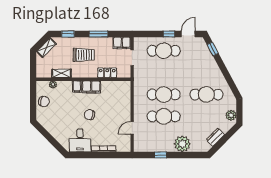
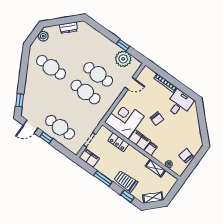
trolley: (84, 55) -> (126, 181), moved
corner desk: (116, 95) -> (125, 119), added
plant: (182, 144) -> (123, 59), moved

